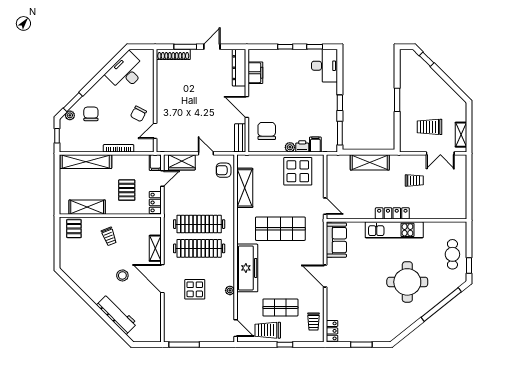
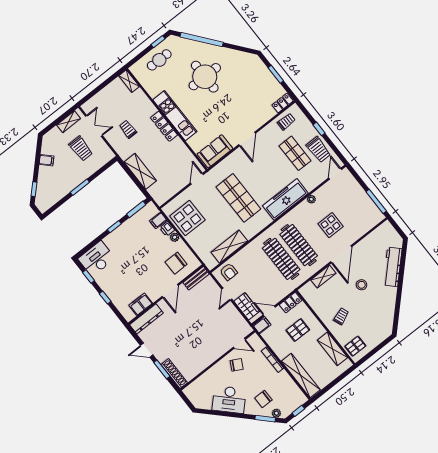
desk: (126, 72) -> (229, 399), moved
filing cabinet: (443, 89) -> (46, 160), added
shelving: (455, 214) -> (129, 81), added

